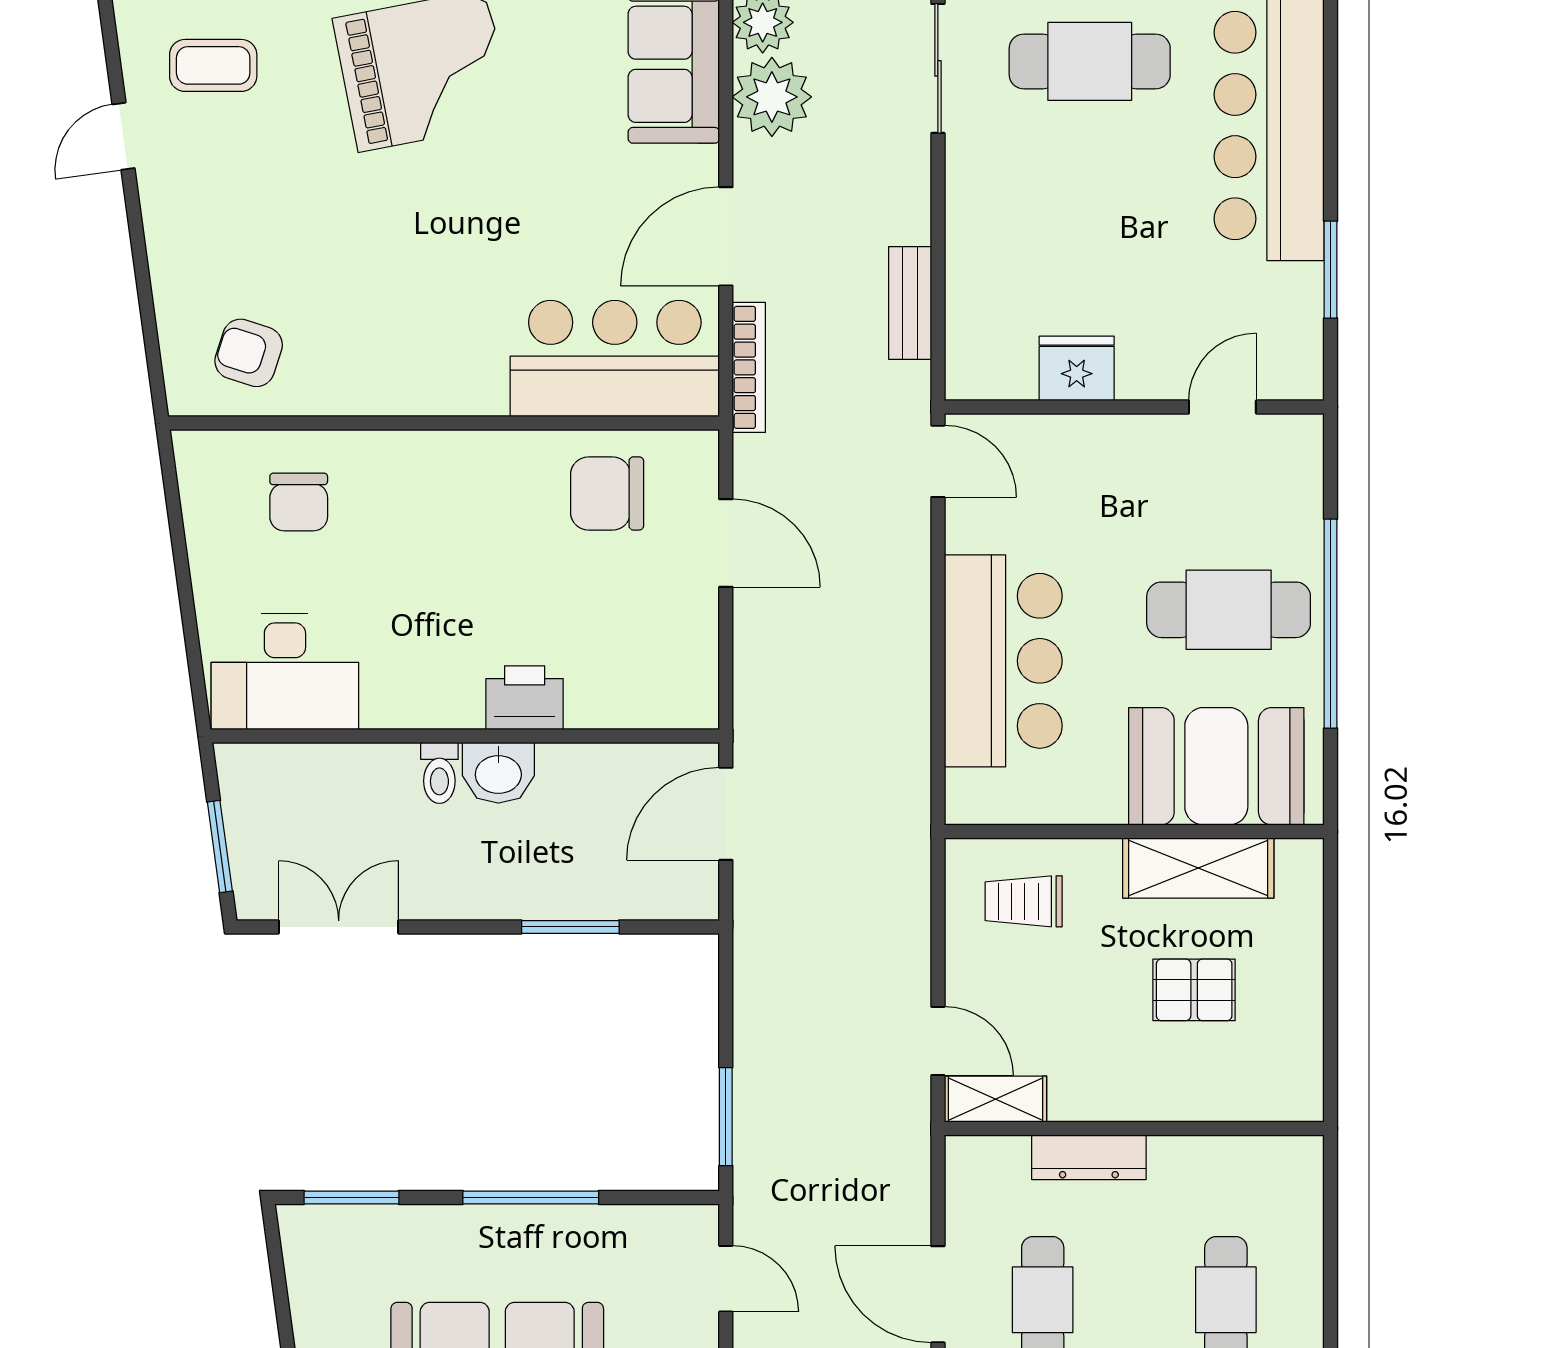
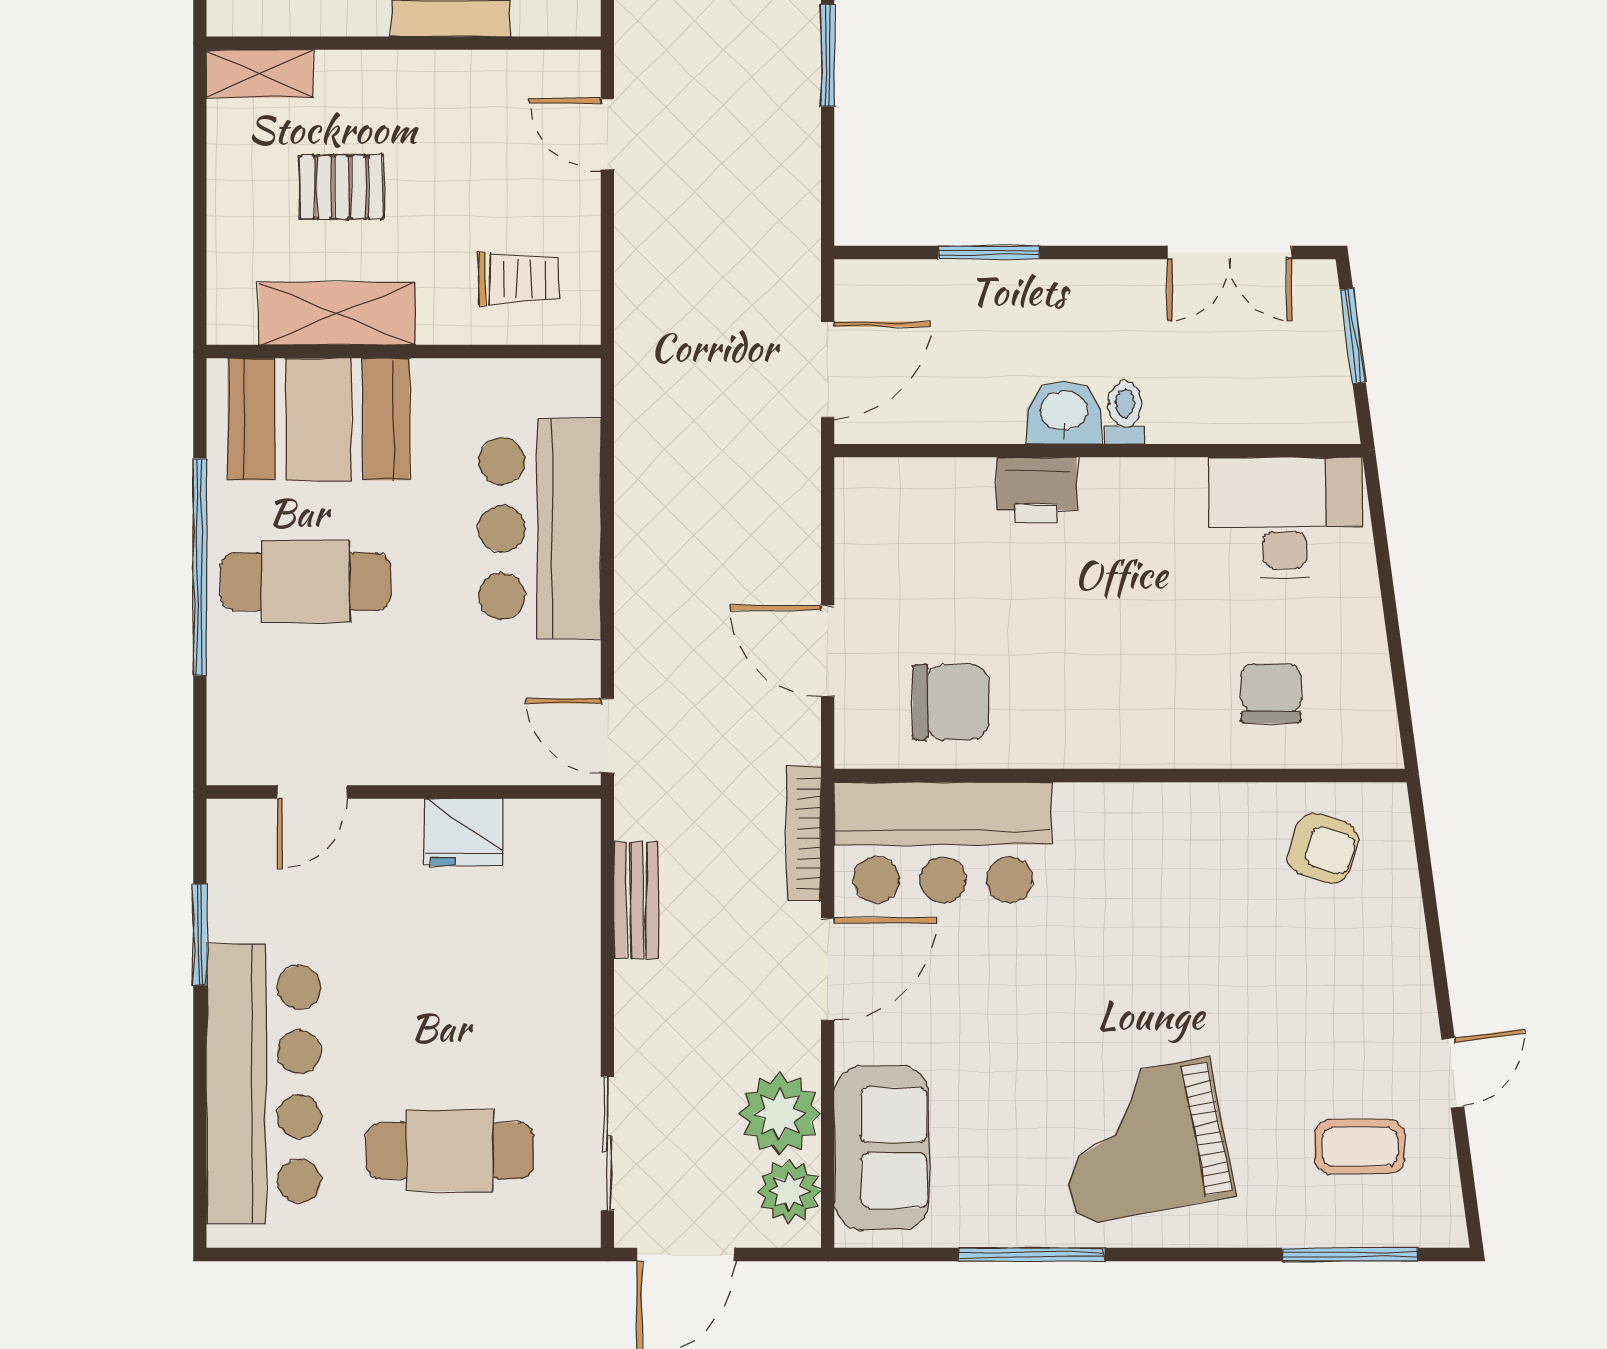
shelving: (995, 1099) -> (260, 74), moved

